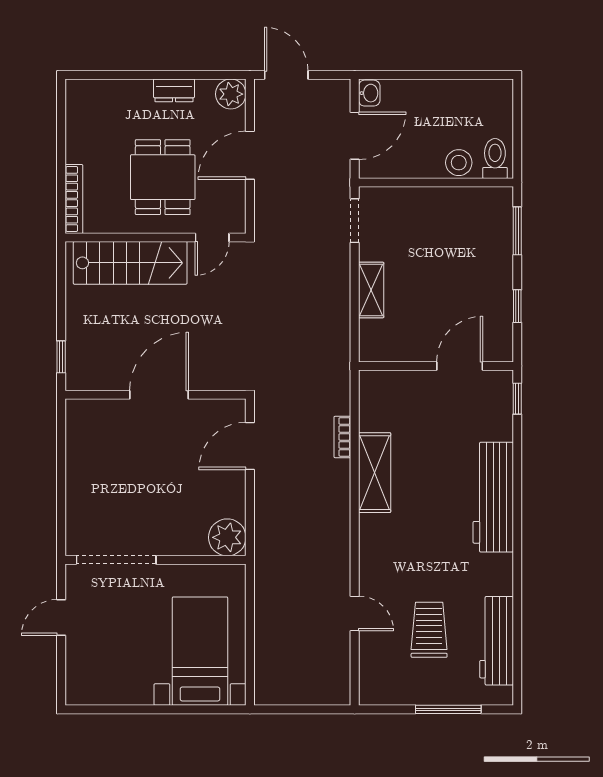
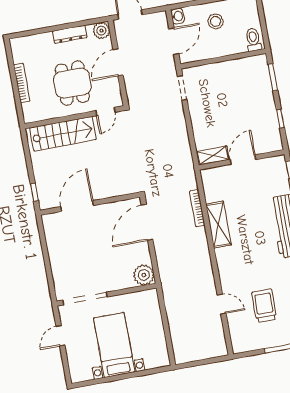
dresser: (174, 90) -> (70, 34), width x1.44
stool: (459, 163) -> (216, 21), moved
bookcase: (74, 199) -> (22, 83), moved
shelving: (371, 290) -> (213, 156), moved, turned 90
door: (460, 366) -> (243, 159), moved
door: (159, 395) -> (77, 206), moved
bookcase: (342, 437) -> (197, 208), width x1.56
door: (250, 446) -> (147, 222), width x1.36
bed with nightstands: (200, 651) -> (114, 345), moved

